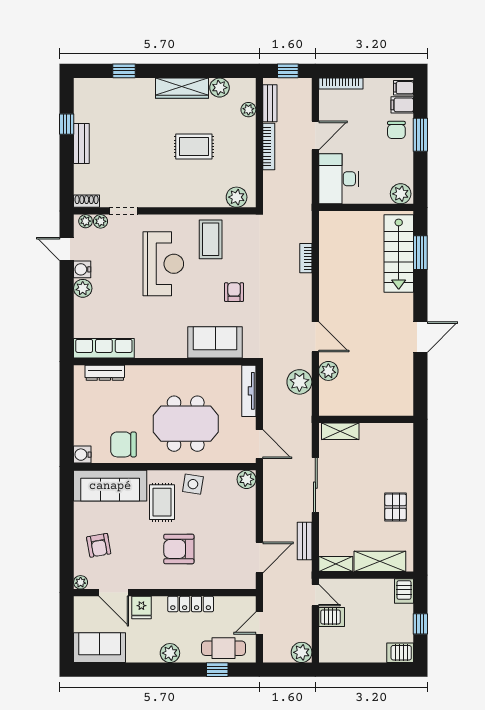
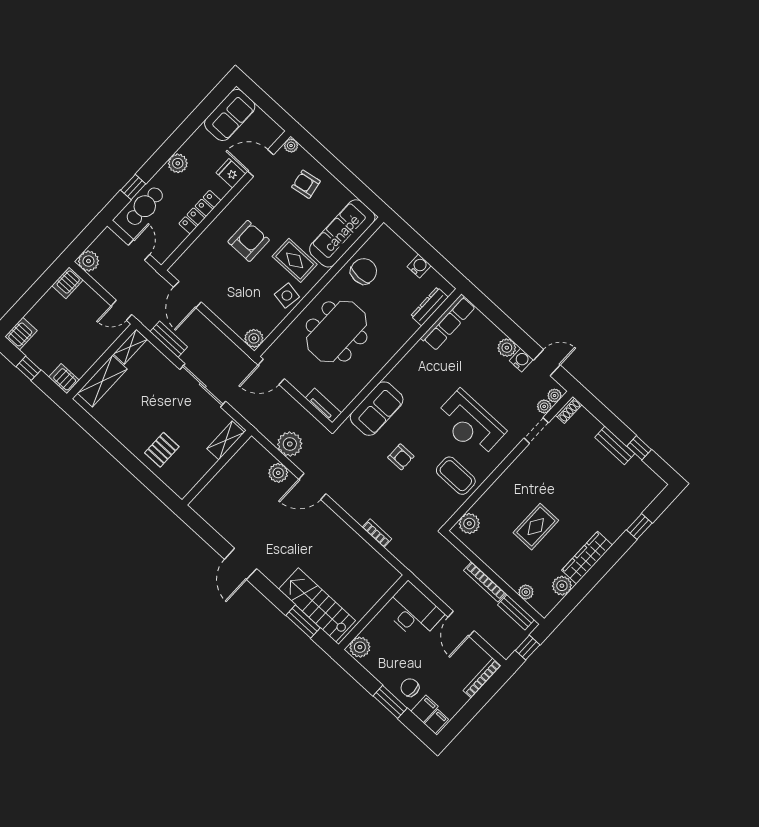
tv unit: (249, 391) -> (323, 406), width x0.71
water cooler: (82, 455) -> (419, 266), moved
pallet: (396, 507) -> (162, 450), moved, turned 90
server rack: (332, 617) -> (68, 283), moved

